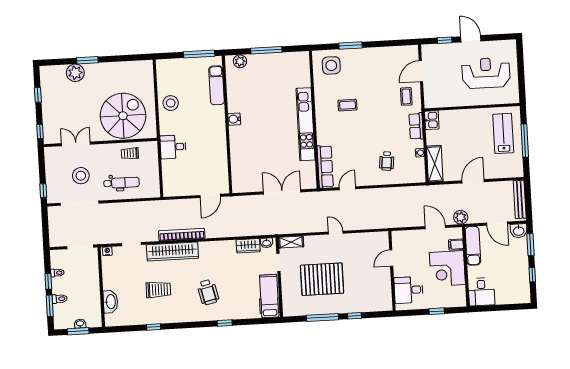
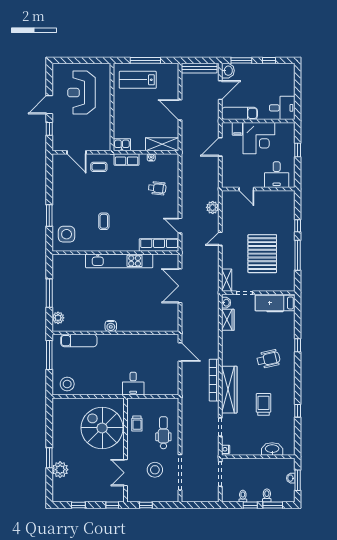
stool: (171, 103) -> (67, 384), moved
window: (43, 191) -> (146, 505), moved
plant: (461, 217) -> (213, 207), moved

